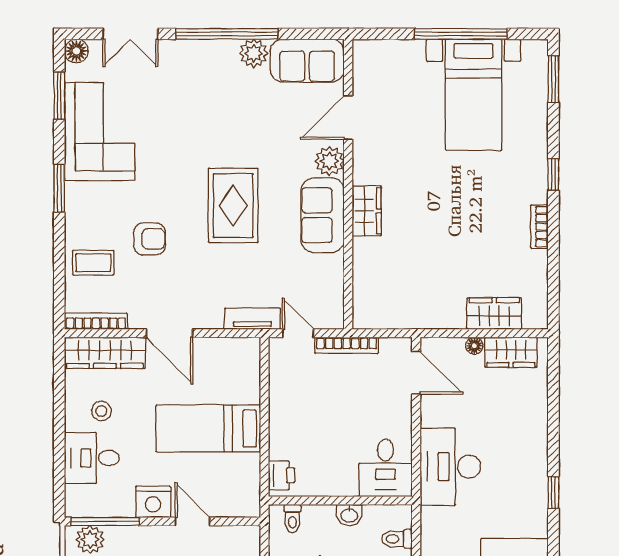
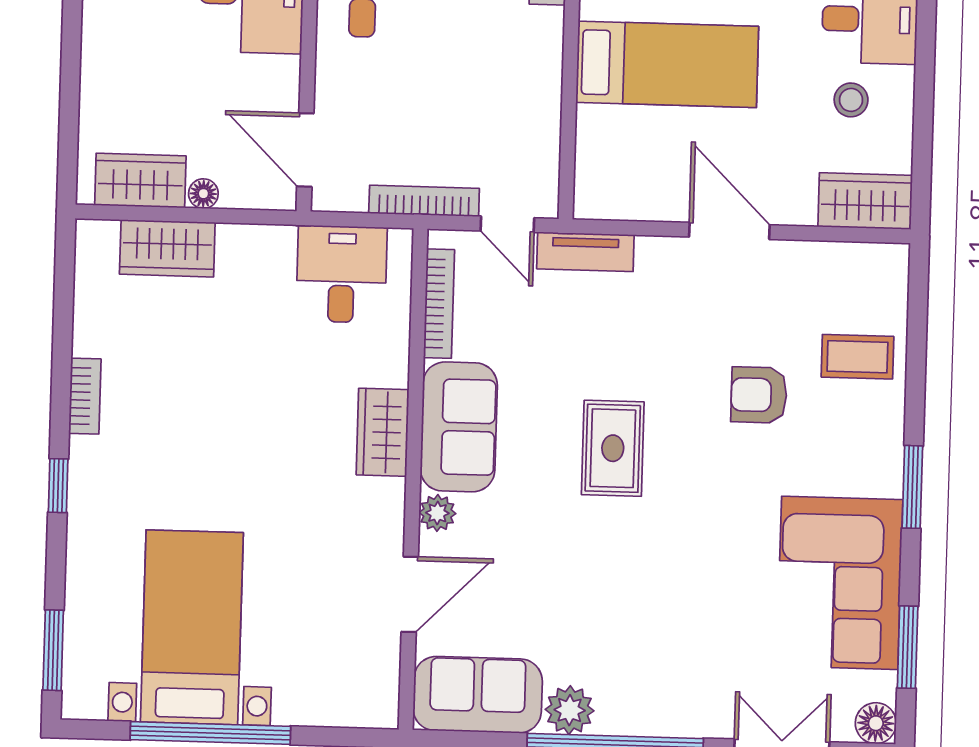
plant: (329, 161) -> (437, 513), width x0.73, depth x0.73
rug: (233, 206) -> (613, 448), width x0.73, depth x0.70
desk: (393, 302) -> (342, 274), added
bookcase: (96, 321) -> (439, 304), moved, turned -90
wardrobe: (105, 353) -> (865, 201), width x0.67

